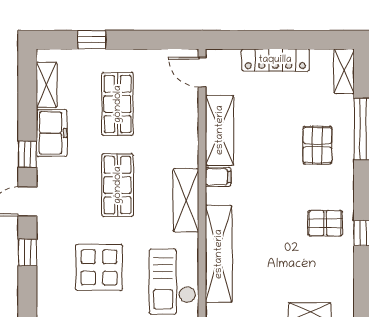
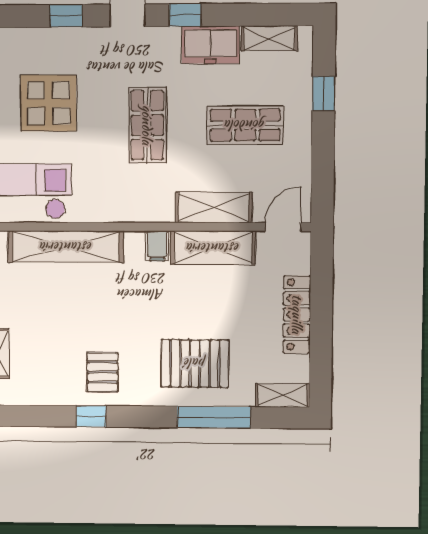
pallet: (317, 145) -> (195, 363), width x1.50, depth x1.42
shop shelf: (118, 185) -> (147, 125), turned 90
shelving: (186, 200) -> (214, 208), moved

